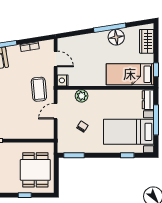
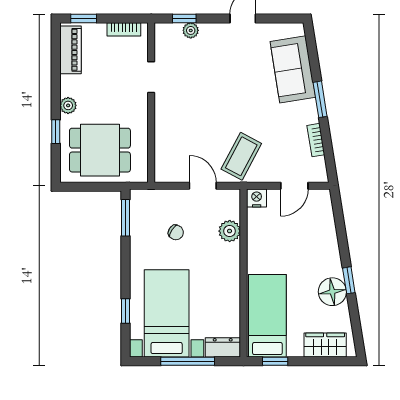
window: (110, 28) -> (349, 280), width x0.46
coffee table: (39, 89) -> (241, 156), turned -57
plant: (10, 188) -> (68, 105), added

